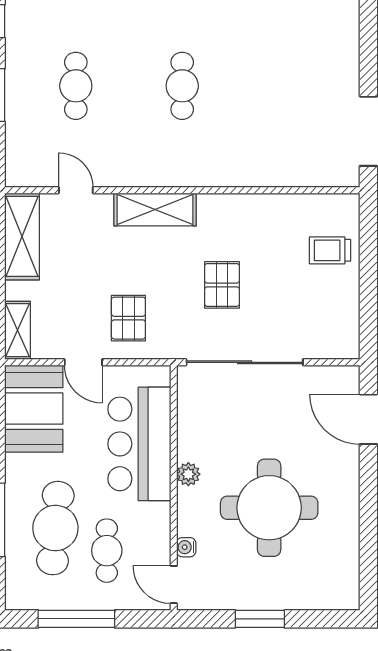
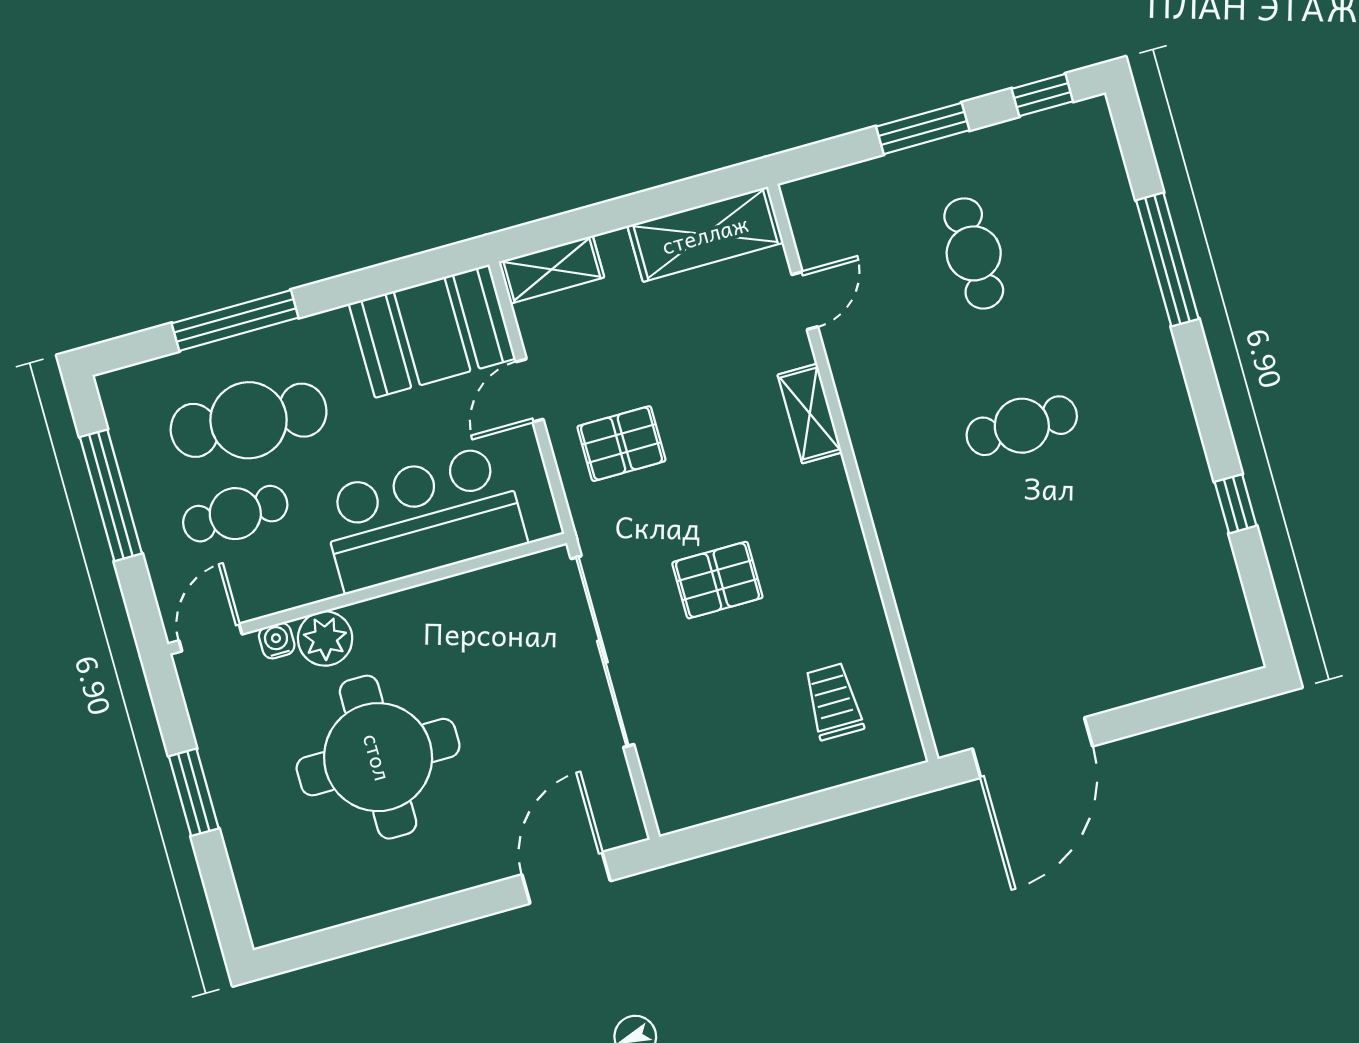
cafe table: (76, 86) -> (974, 253), turned 90
shelving: (155, 209) -> (810, 414), width x0.67, depth x0.75
trolley: (330, 250) -> (833, 702), moved
plant: (188, 474) -> (325, 639), moved, width x1.38, depth x1.38

